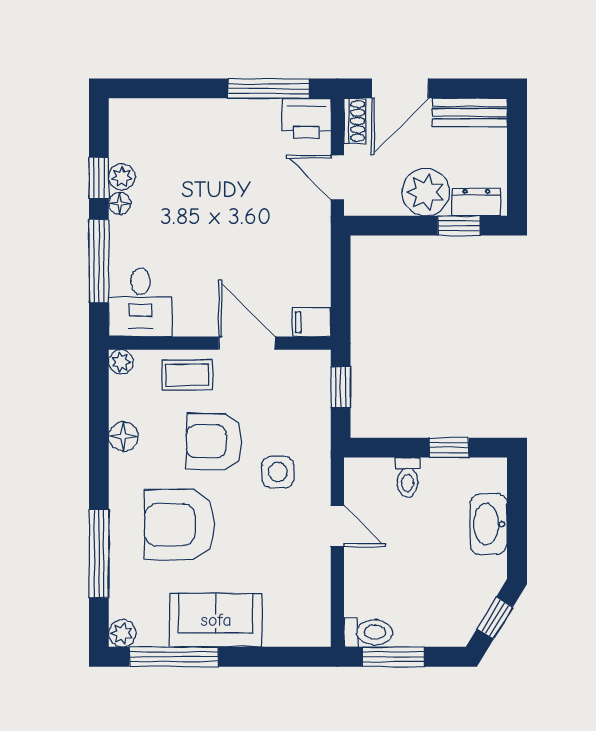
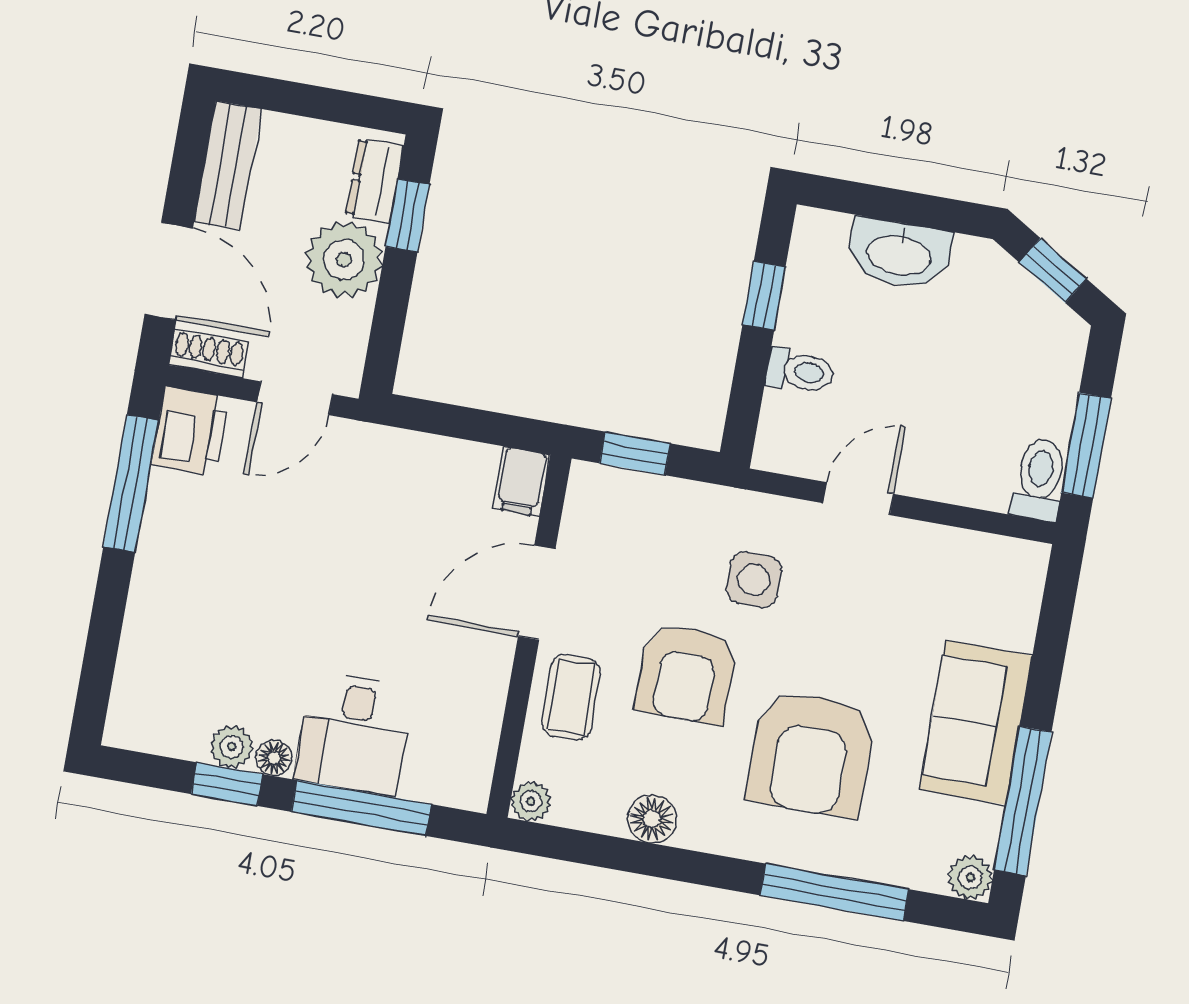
desk: (140, 302) -> (354, 733), moved, turned 90

